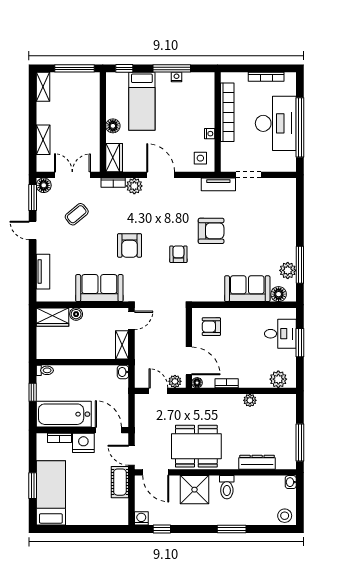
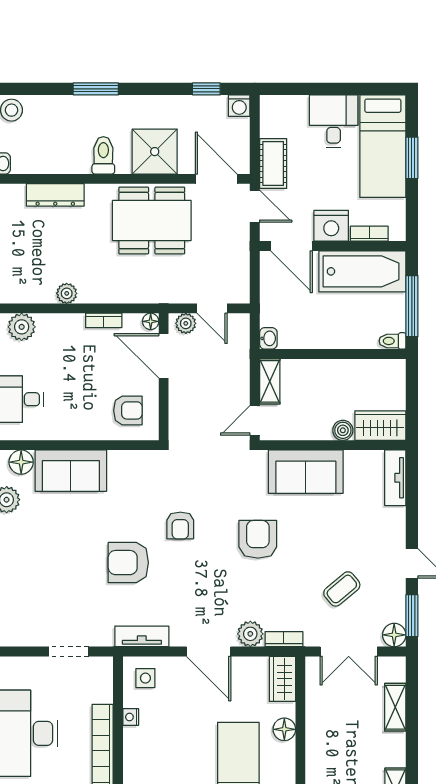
tv unit: (218, 184) -> (142, 636), moved
tv unit: (43, 272) -> (395, 478), moved
window: (33, 392) -> (412, 306), width x2.17
desk: (82, 509) -> (334, 121), added

